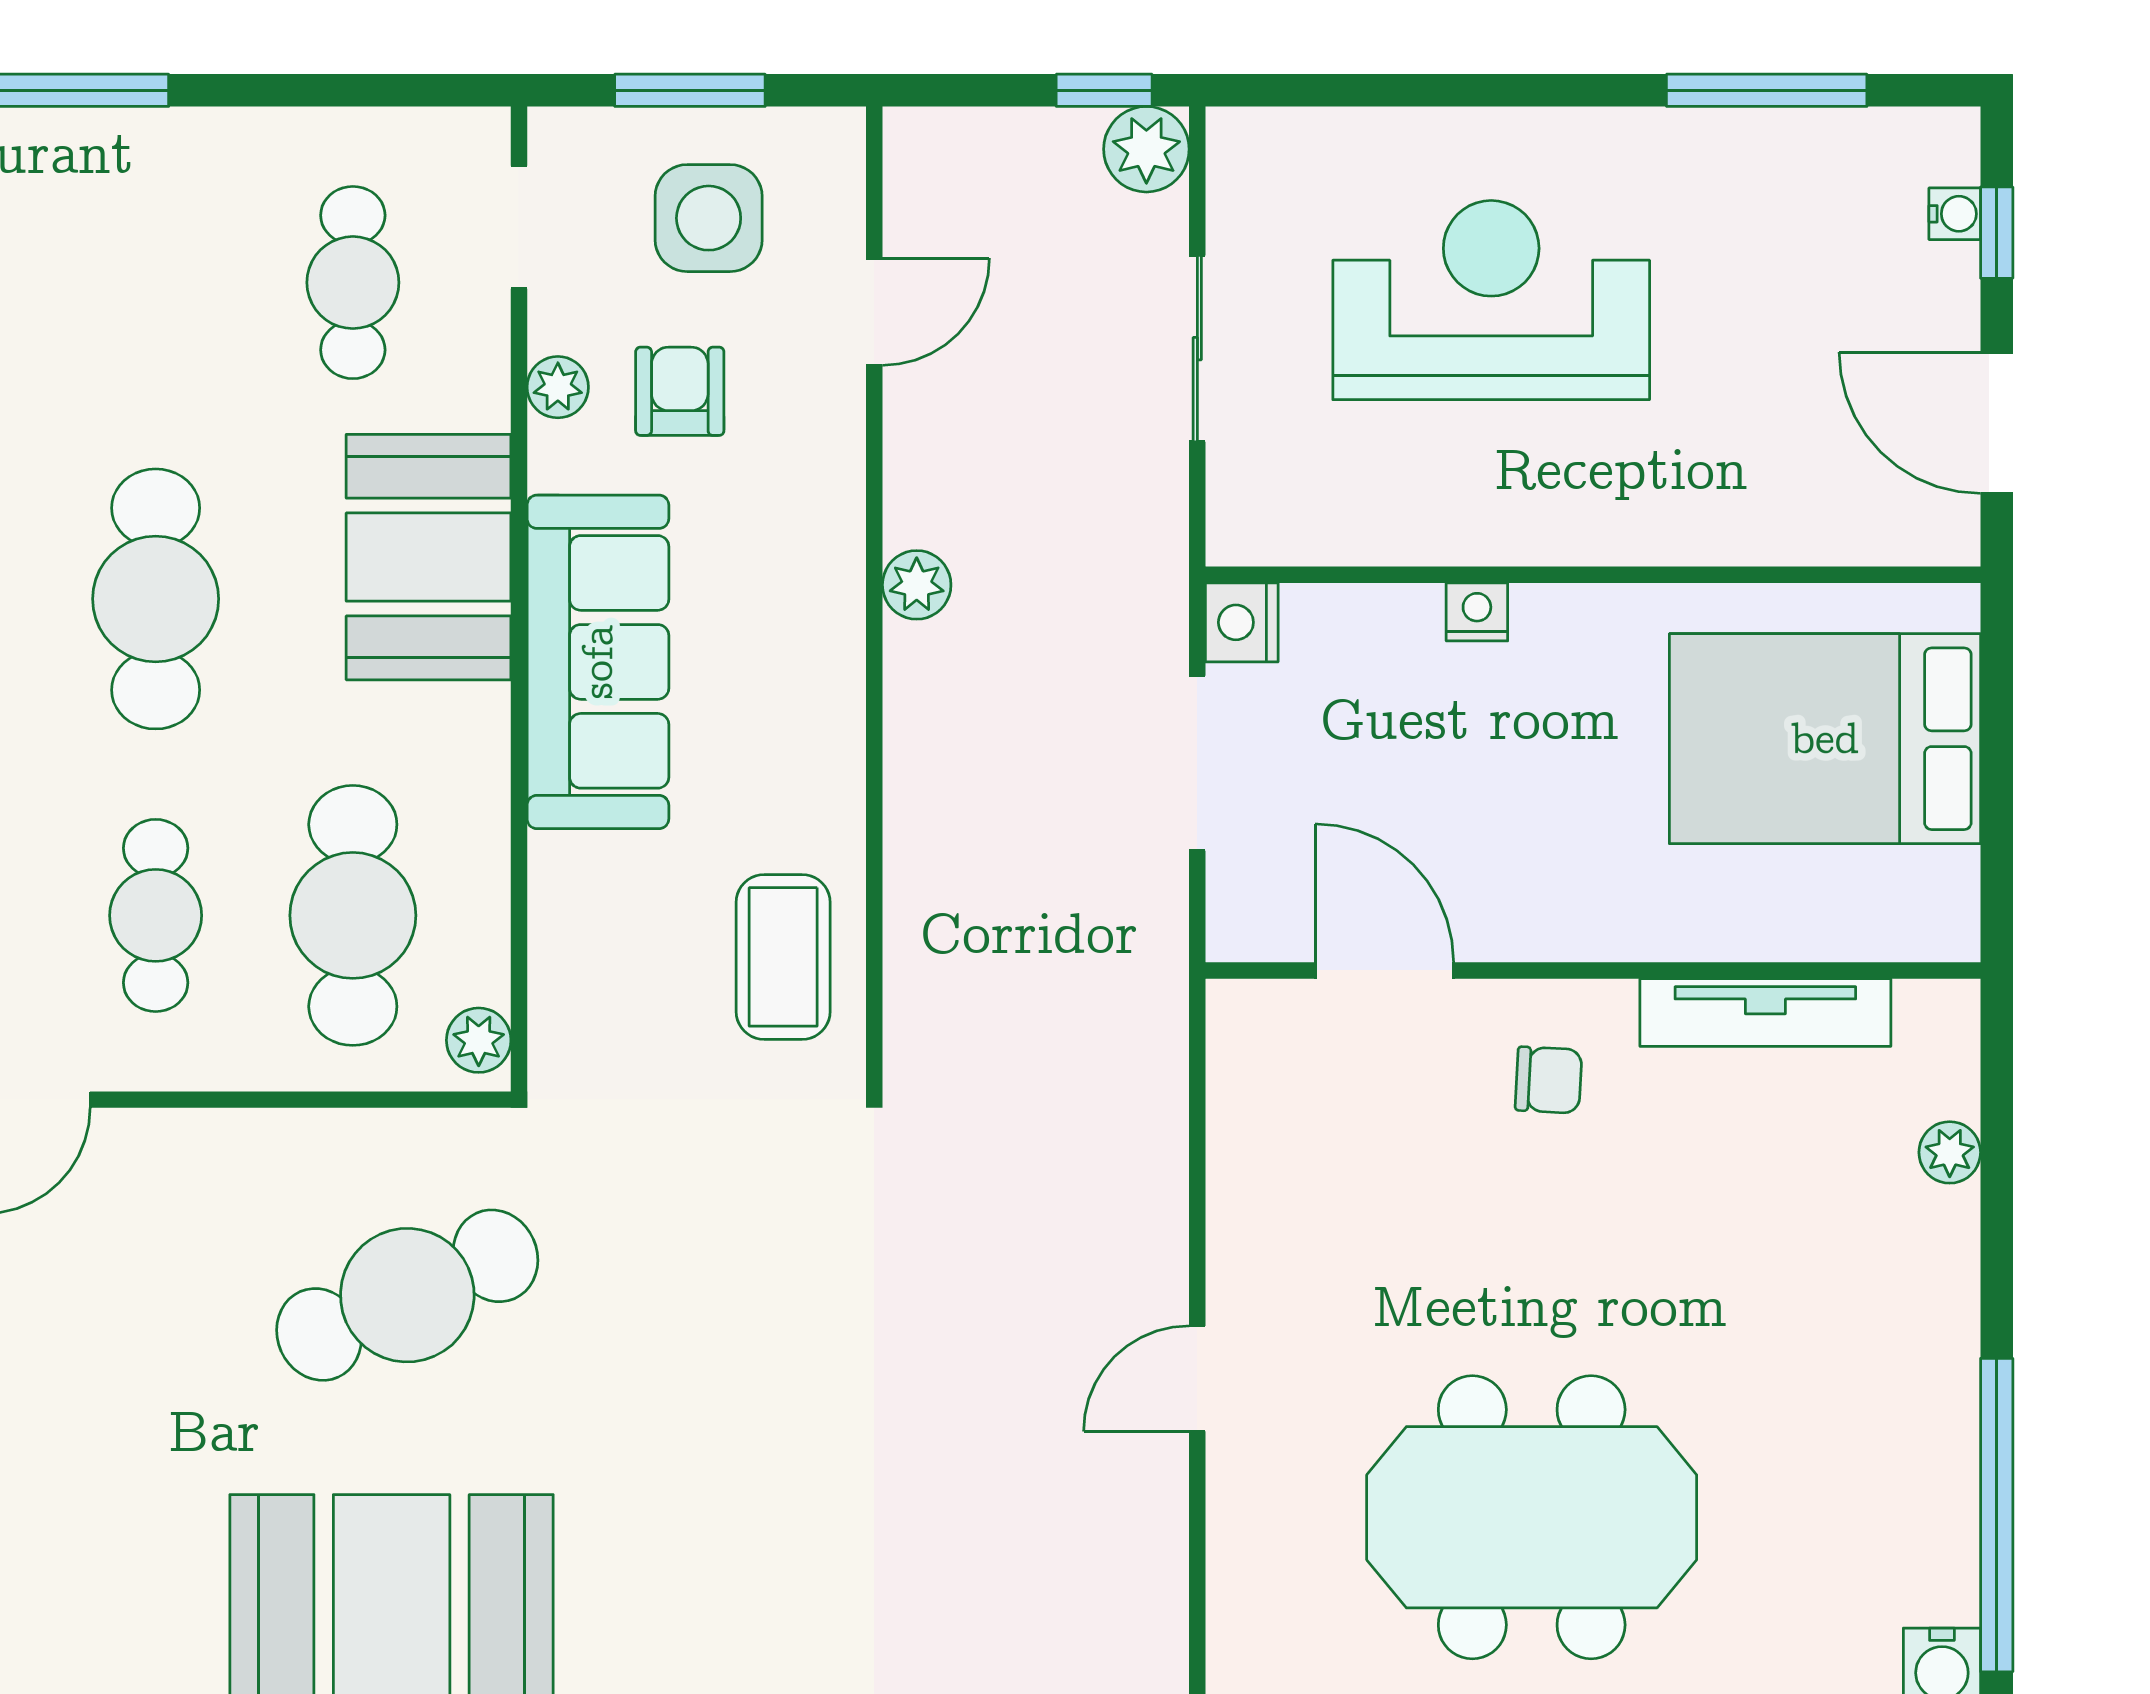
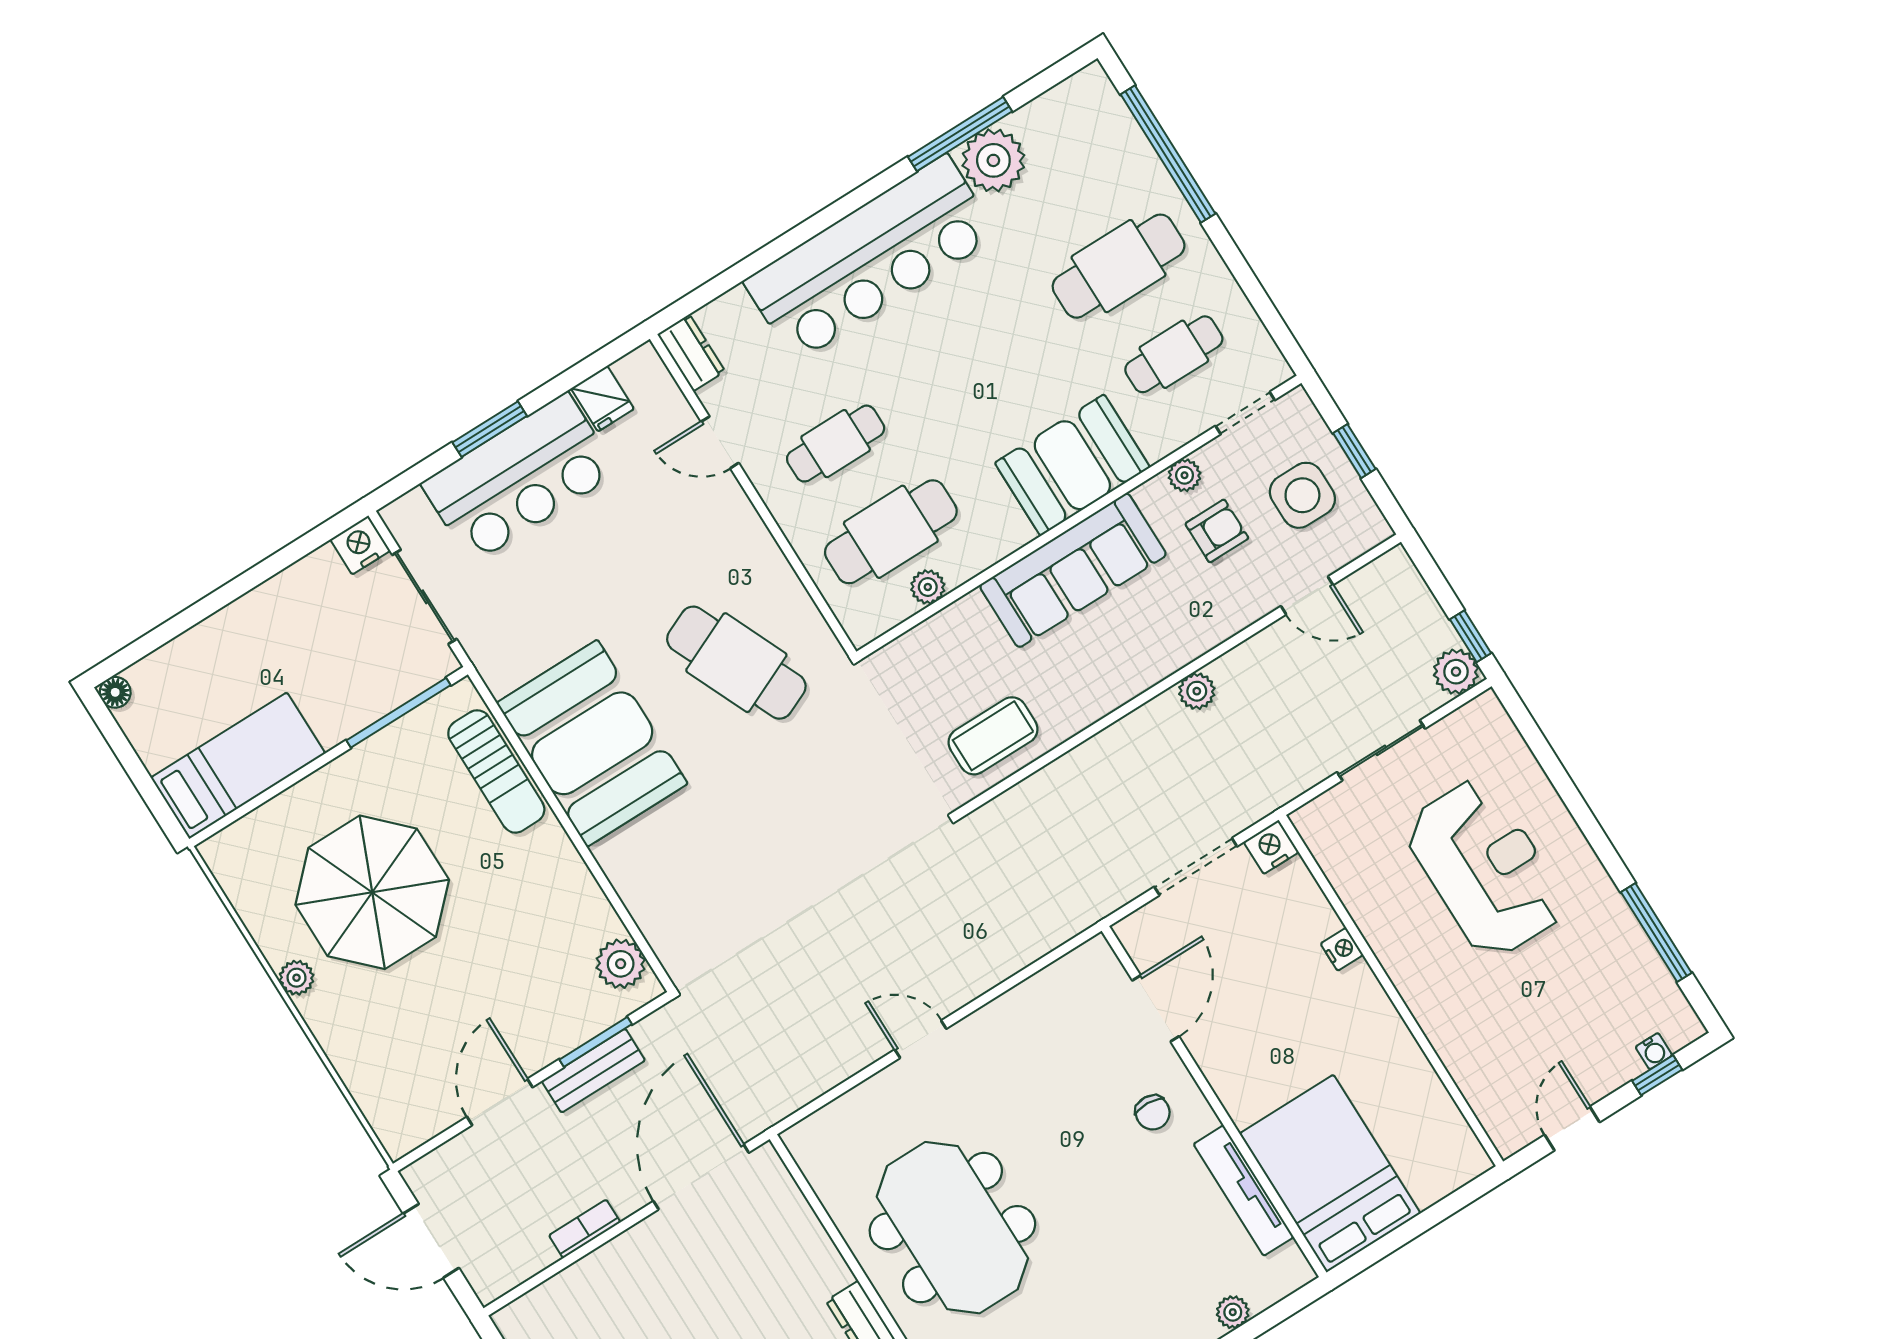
window: (690, 90) -> (1354, 451), width x0.67
door: (1997, 423) -> (1572, 1129), width x0.73
cafe table: (156, 599) -> (1119, 266), moved
bed: (1825, 739) -> (1330, 1173), moved
plant: (479, 1040) -> (928, 587), moved

